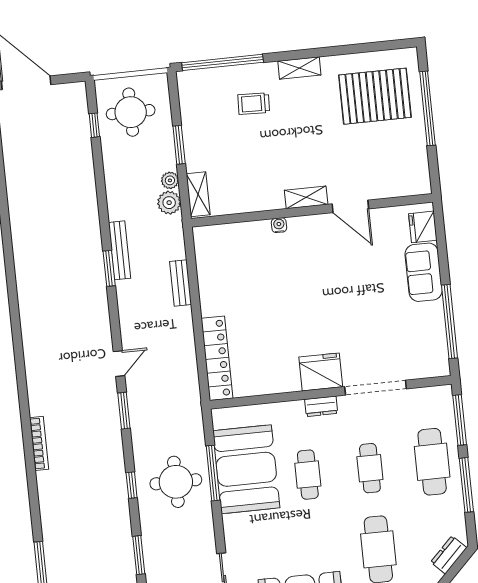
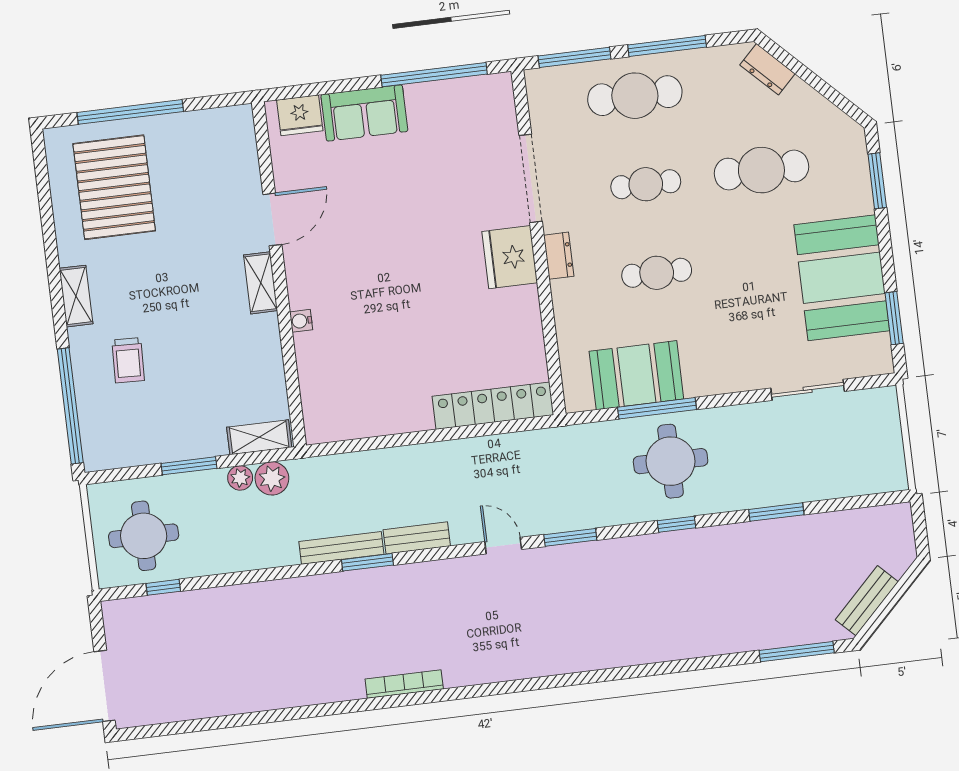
bench: (181, 283) -> (417, 538), moved
bookcase: (39, 443) -> (404, 684), moved
booth: (246, 469) -> (636, 375), width x0.73, depth x0.70

